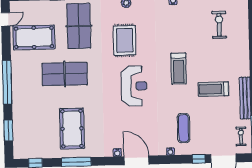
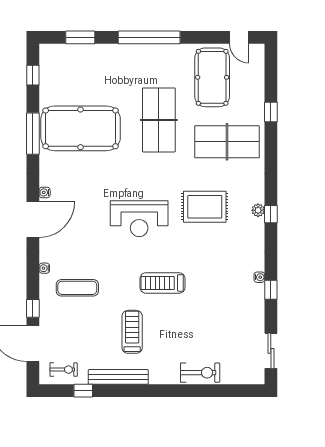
exercise bike: (219, 25) -> (200, 373), moved
pool table: (72, 129) -> (81, 128), width x1.36, depth x1.32

